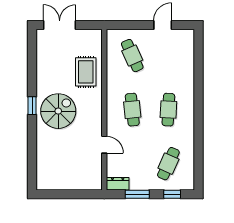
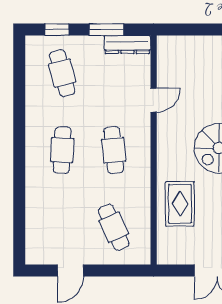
door: (104, 145) -> (154, 100), swing flipped
cafe table: (168, 164) -> (62, 73), turned -39
dresser: (118, 184) -> (127, 45), width x1.44

